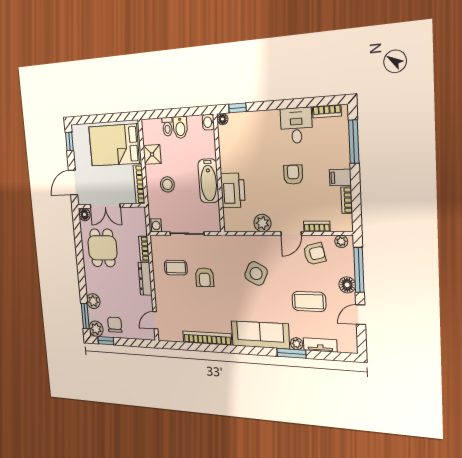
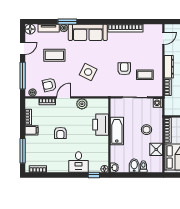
desk: (296, 125) -> (79, 162), moved
floor lamp: (347, 285) -> (30, 29), moved

